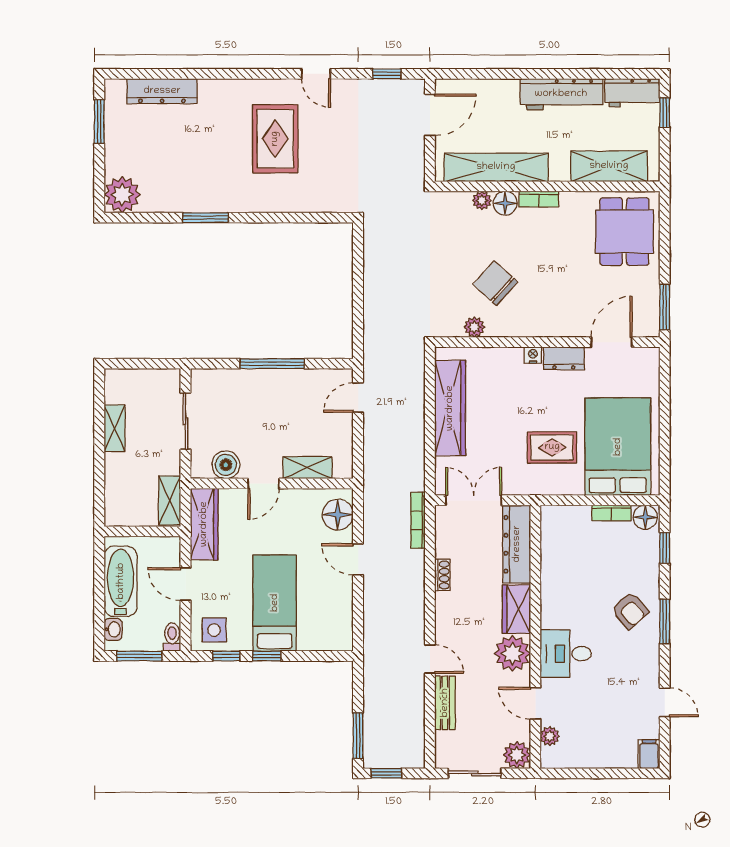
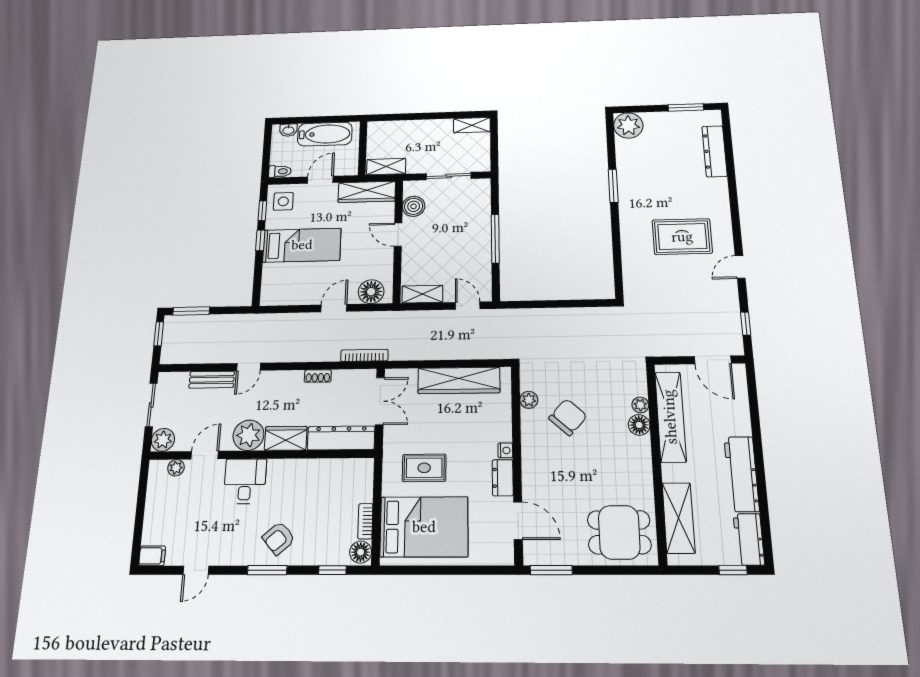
bookcase: (539, 199) -> (645, 454), removed
shelving: (115, 428) -> (472, 125), moved
rug: (552, 447) -> (424, 468), turned 90
shelving: (308, 468) -> (422, 294), moved, turned 90
window: (139, 656) -> (267, 149), removed

